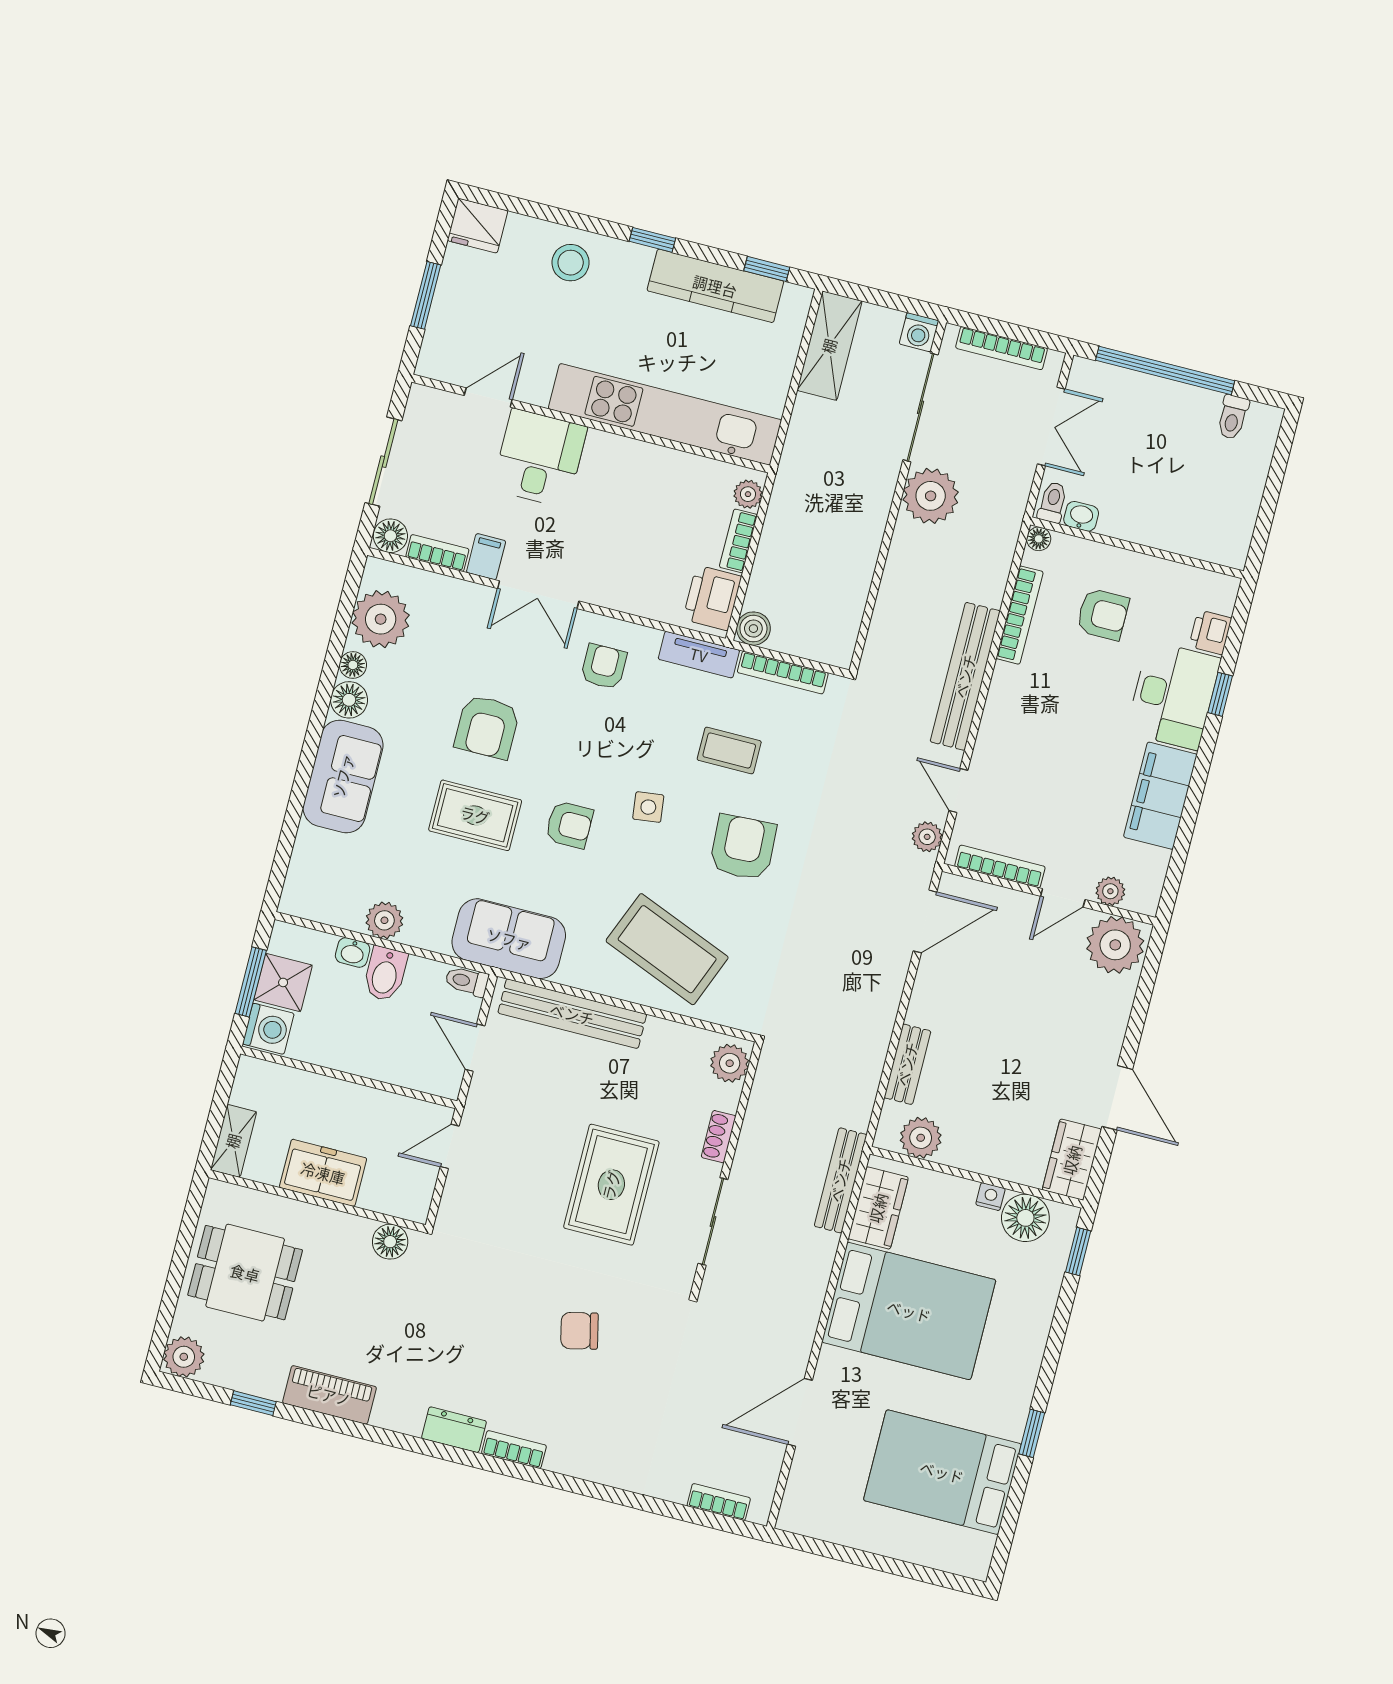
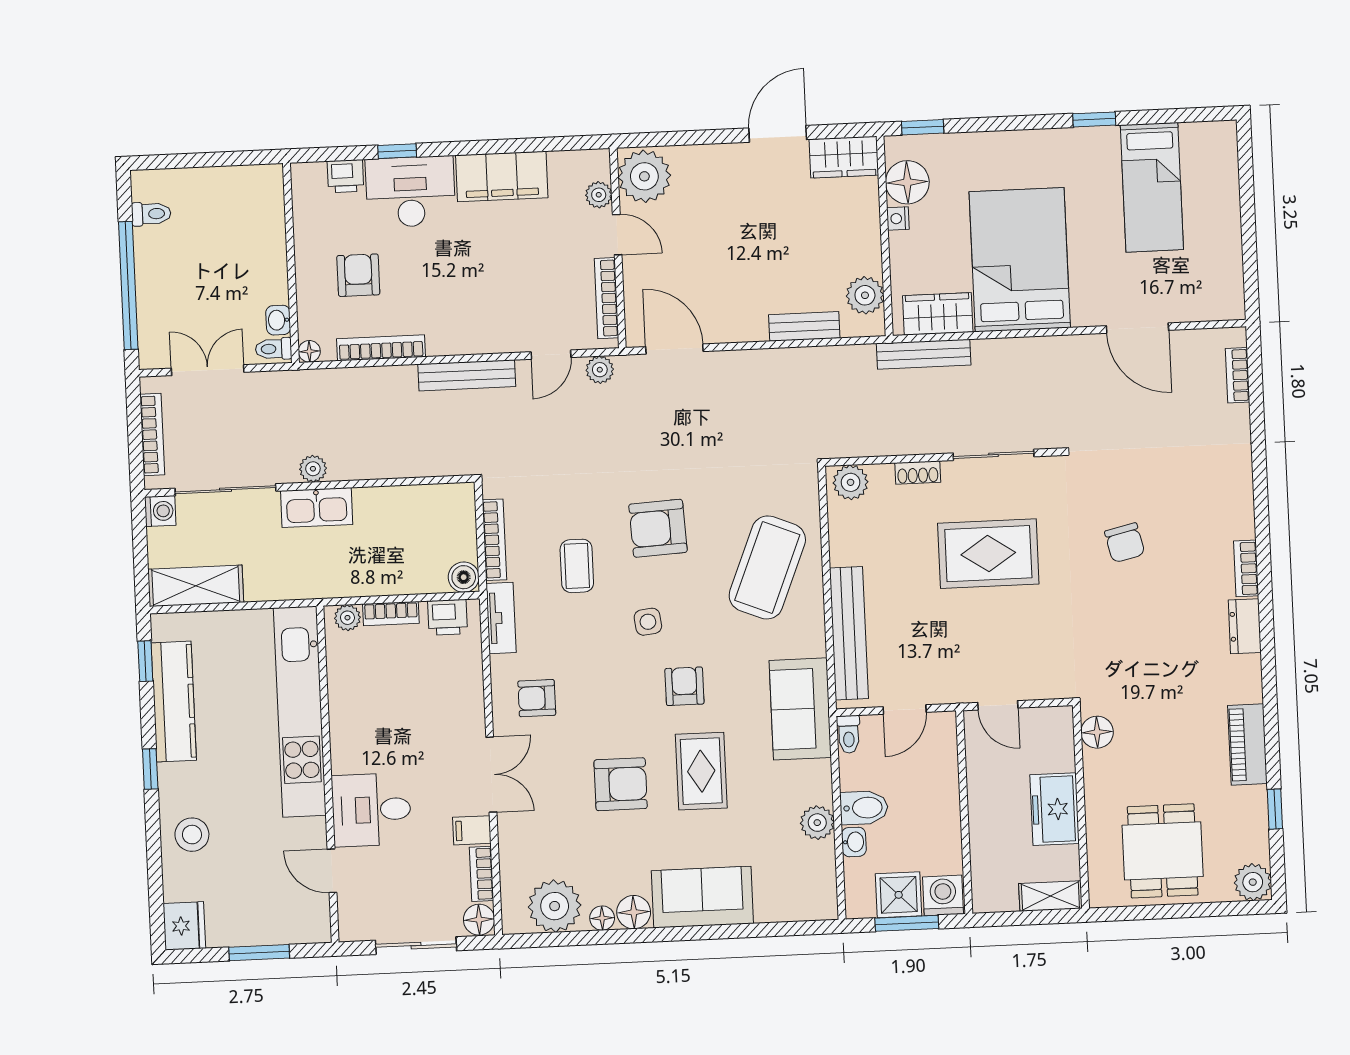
plant: (931, 496) -> (313, 469), width x0.53, depth x0.53
kitchen sink: (873, 497) -> (317, 508), added
printer: (712, 598) -> (448, 617), width x0.73, depth x0.81
bench: (965, 676) -> (467, 375), width x0.73, depth x0.82
bed: (942, 1472) -> (1152, 187), width x0.67

